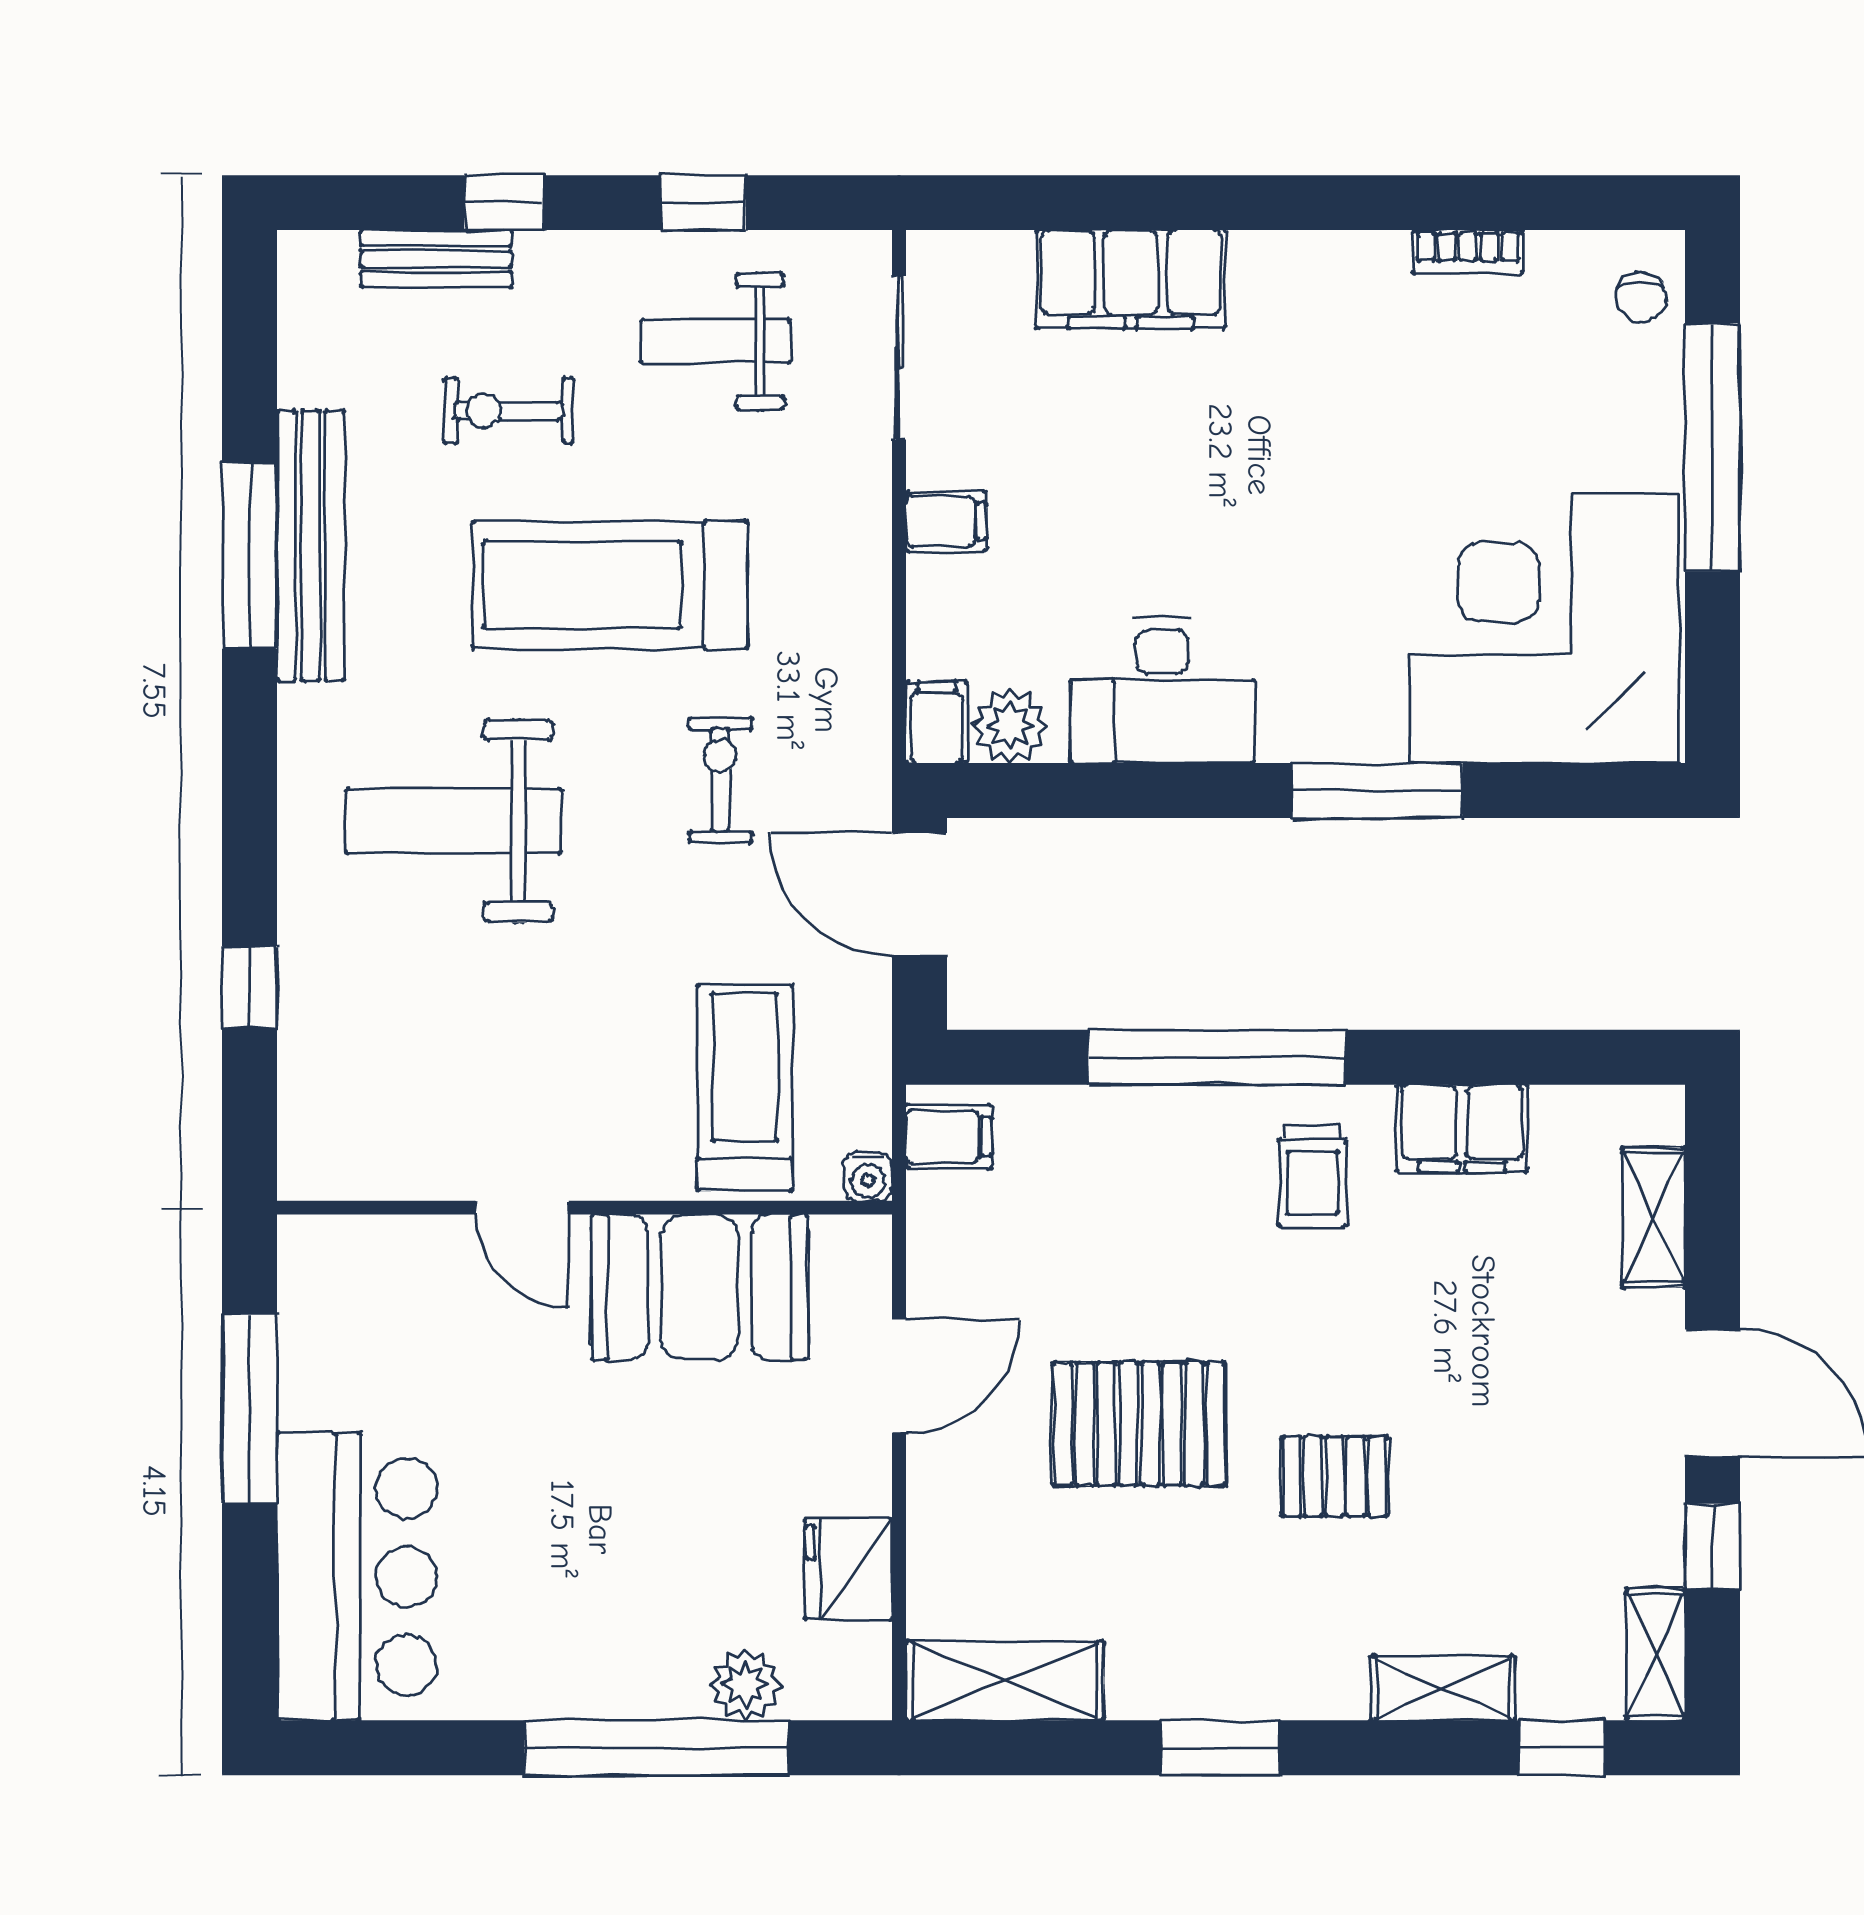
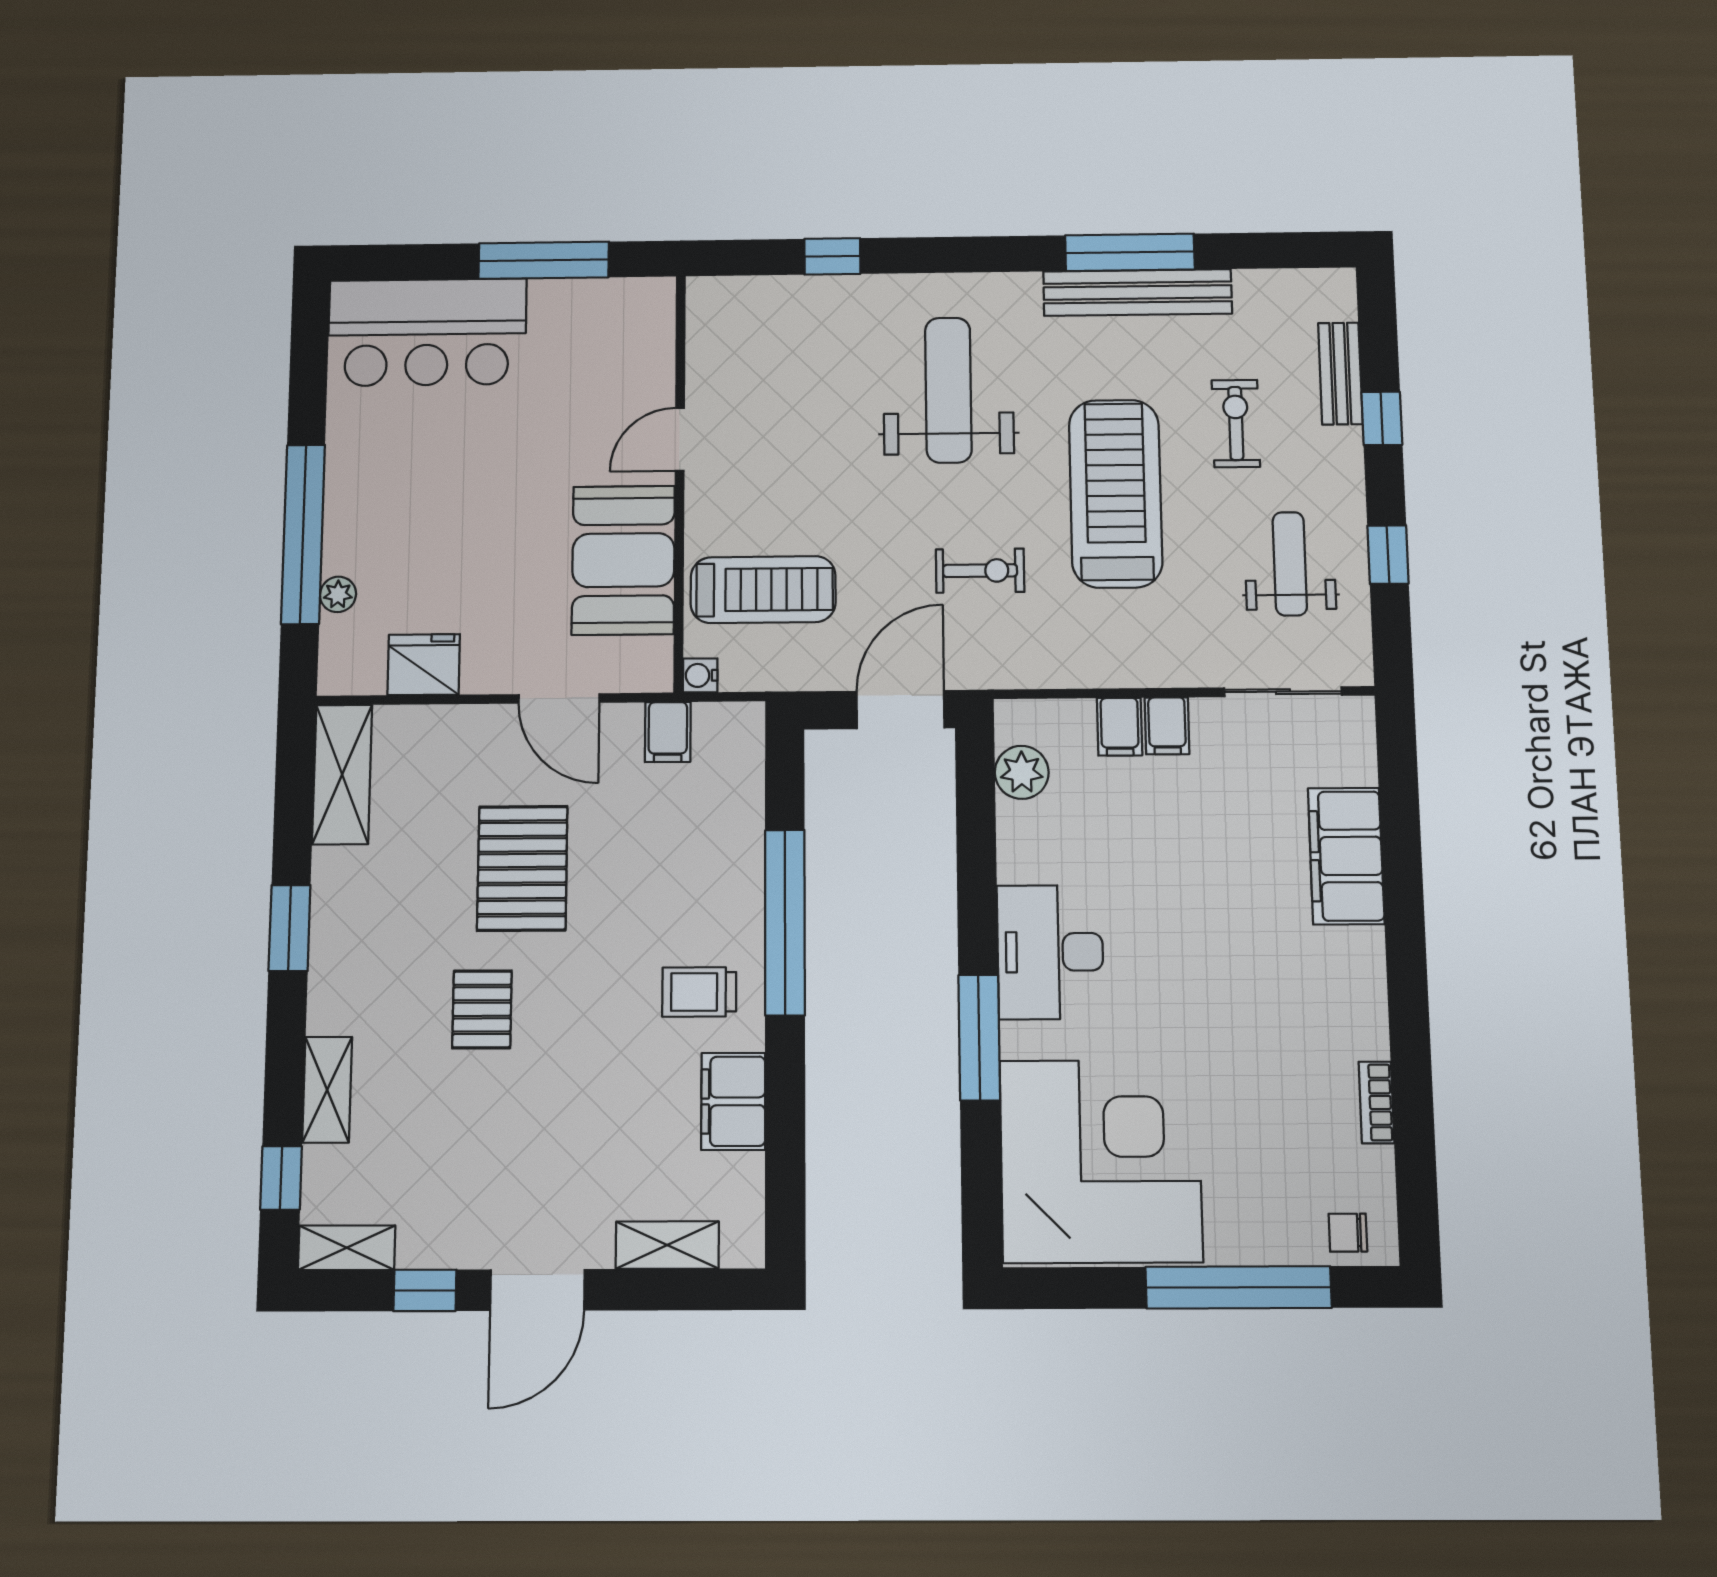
desk: (1162, 691) -> (1050, 952), moved
filing cabinet: (936, 722) -> (1120, 727), moved, turned 90
filing cabinet: (948, 1136) -> (668, 732), moved
plant: (745, 1685) -> (338, 594), width x0.73, depth x0.73

